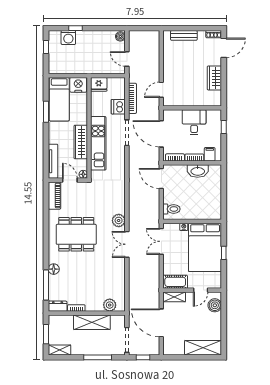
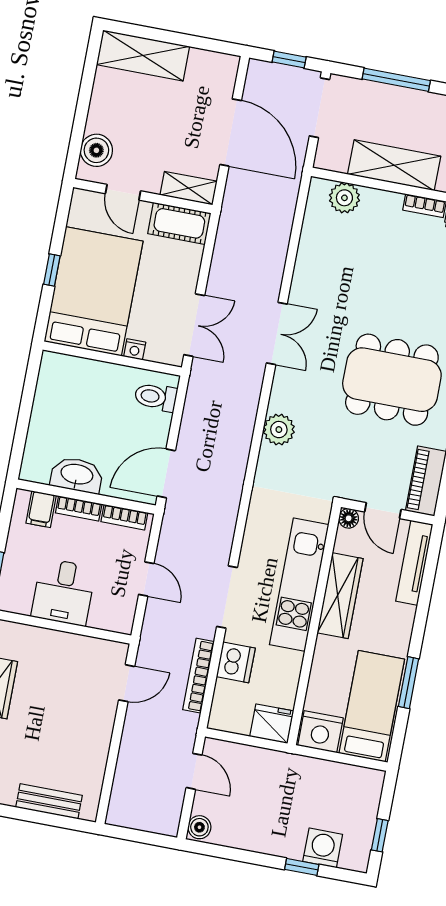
door: (161, 134) -> (146, 579), width x0.53
door: (161, 179) -> (166, 473), swing flipped
plant: (119, 220) -> (279, 430), moved
door: (201, 290) -> (123, 192), swing flipped

